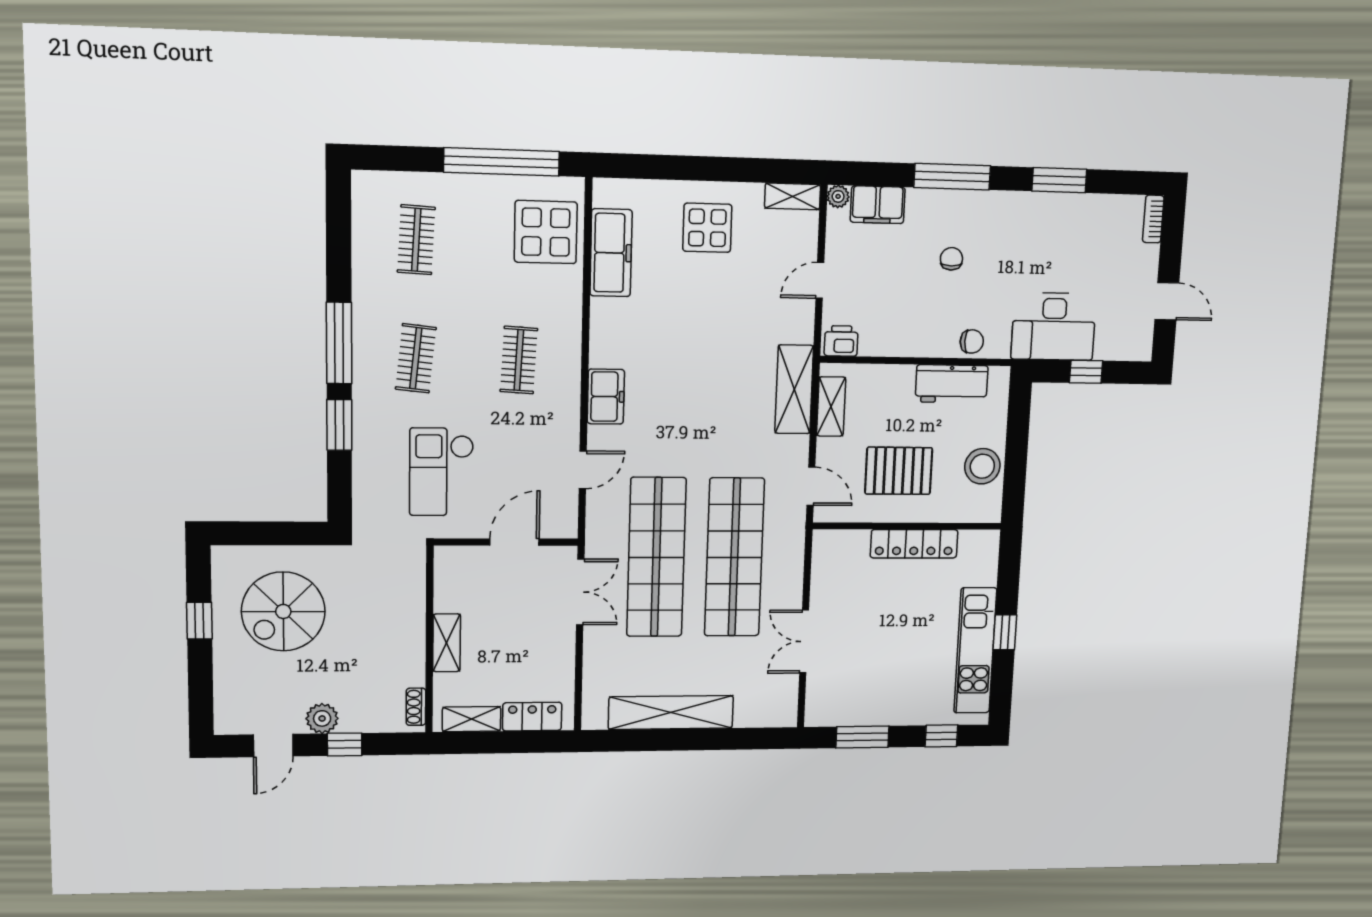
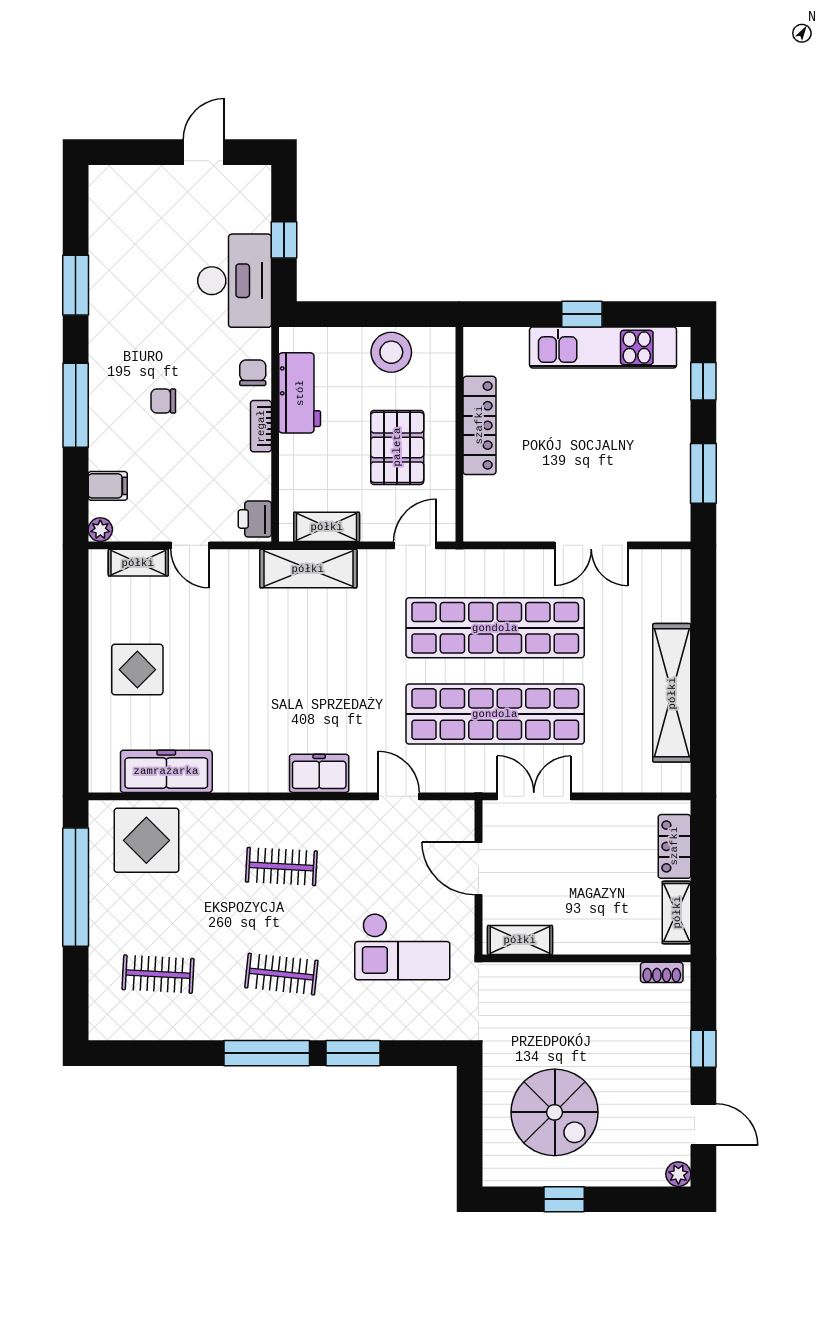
shelving: (793, 196) -> (138, 563), moved, turned 90
filing cabinet: (878, 205) -> (108, 486), width x0.50
bookcase: (1153, 219) -> (261, 426), moved, turned 90
shelving: (447, 643) -> (520, 940), moved
plant: (322, 718) -> (678, 1174), moved, width x0.73, depth x0.73

